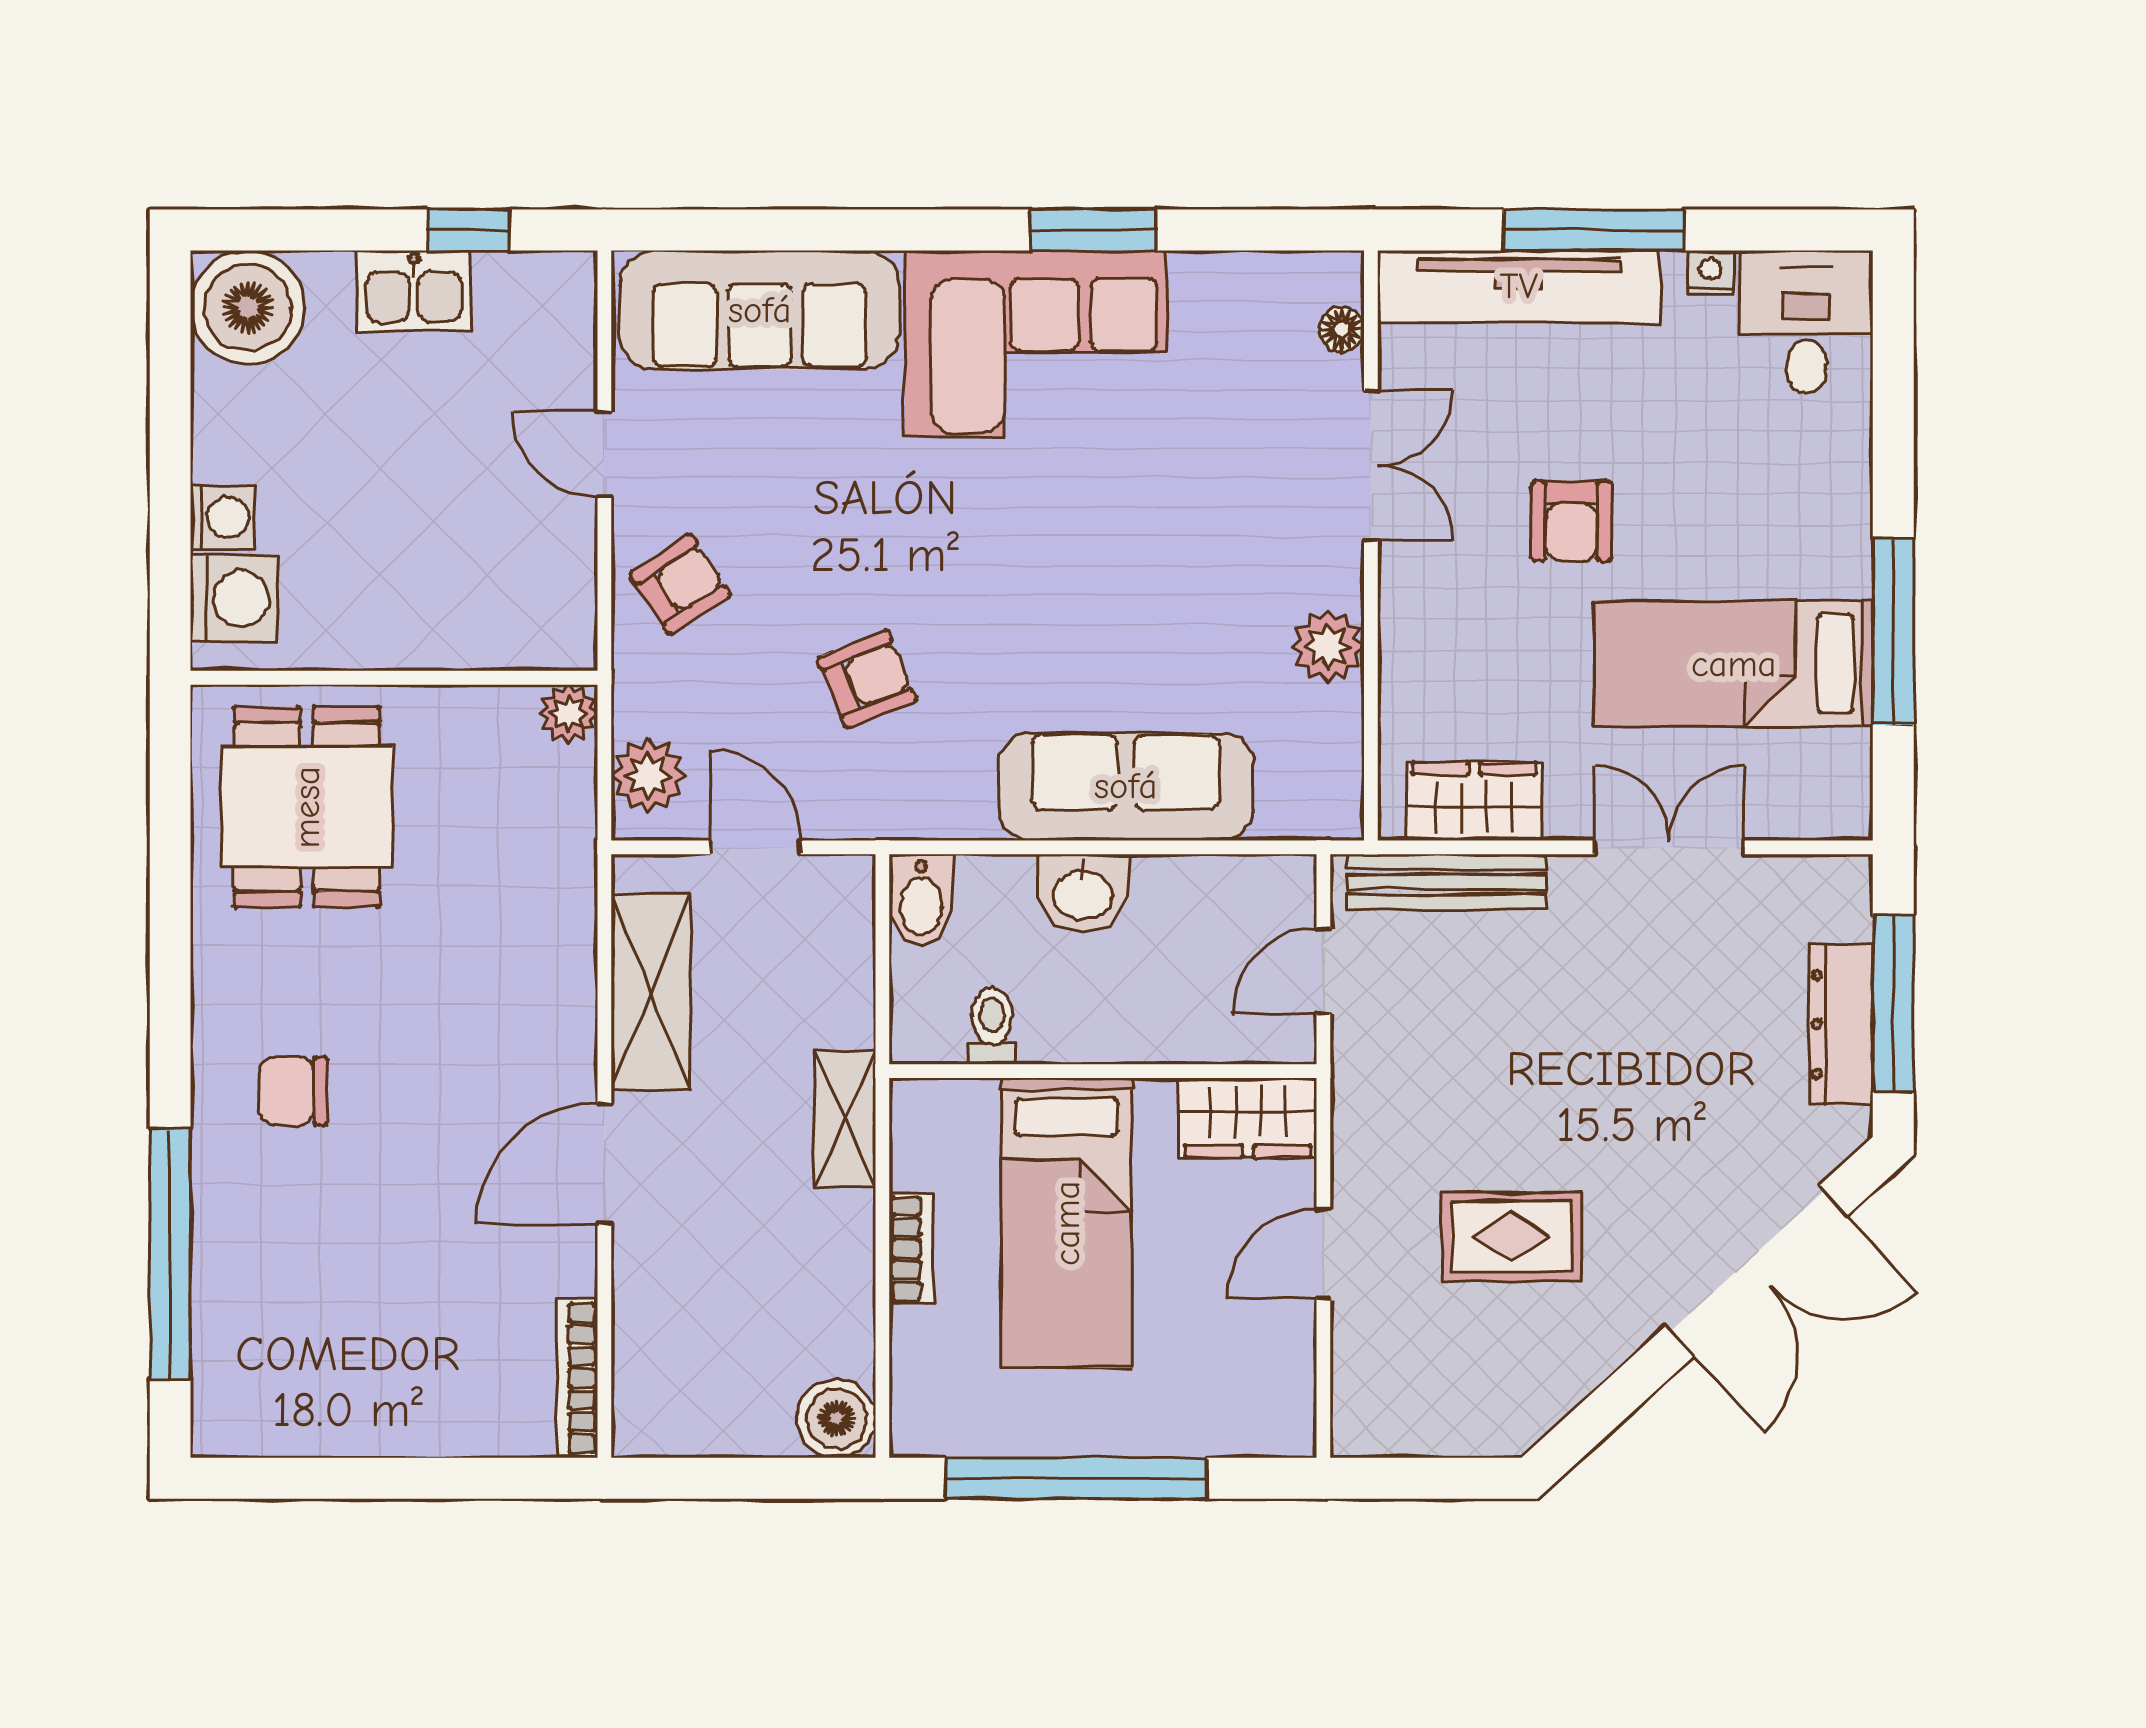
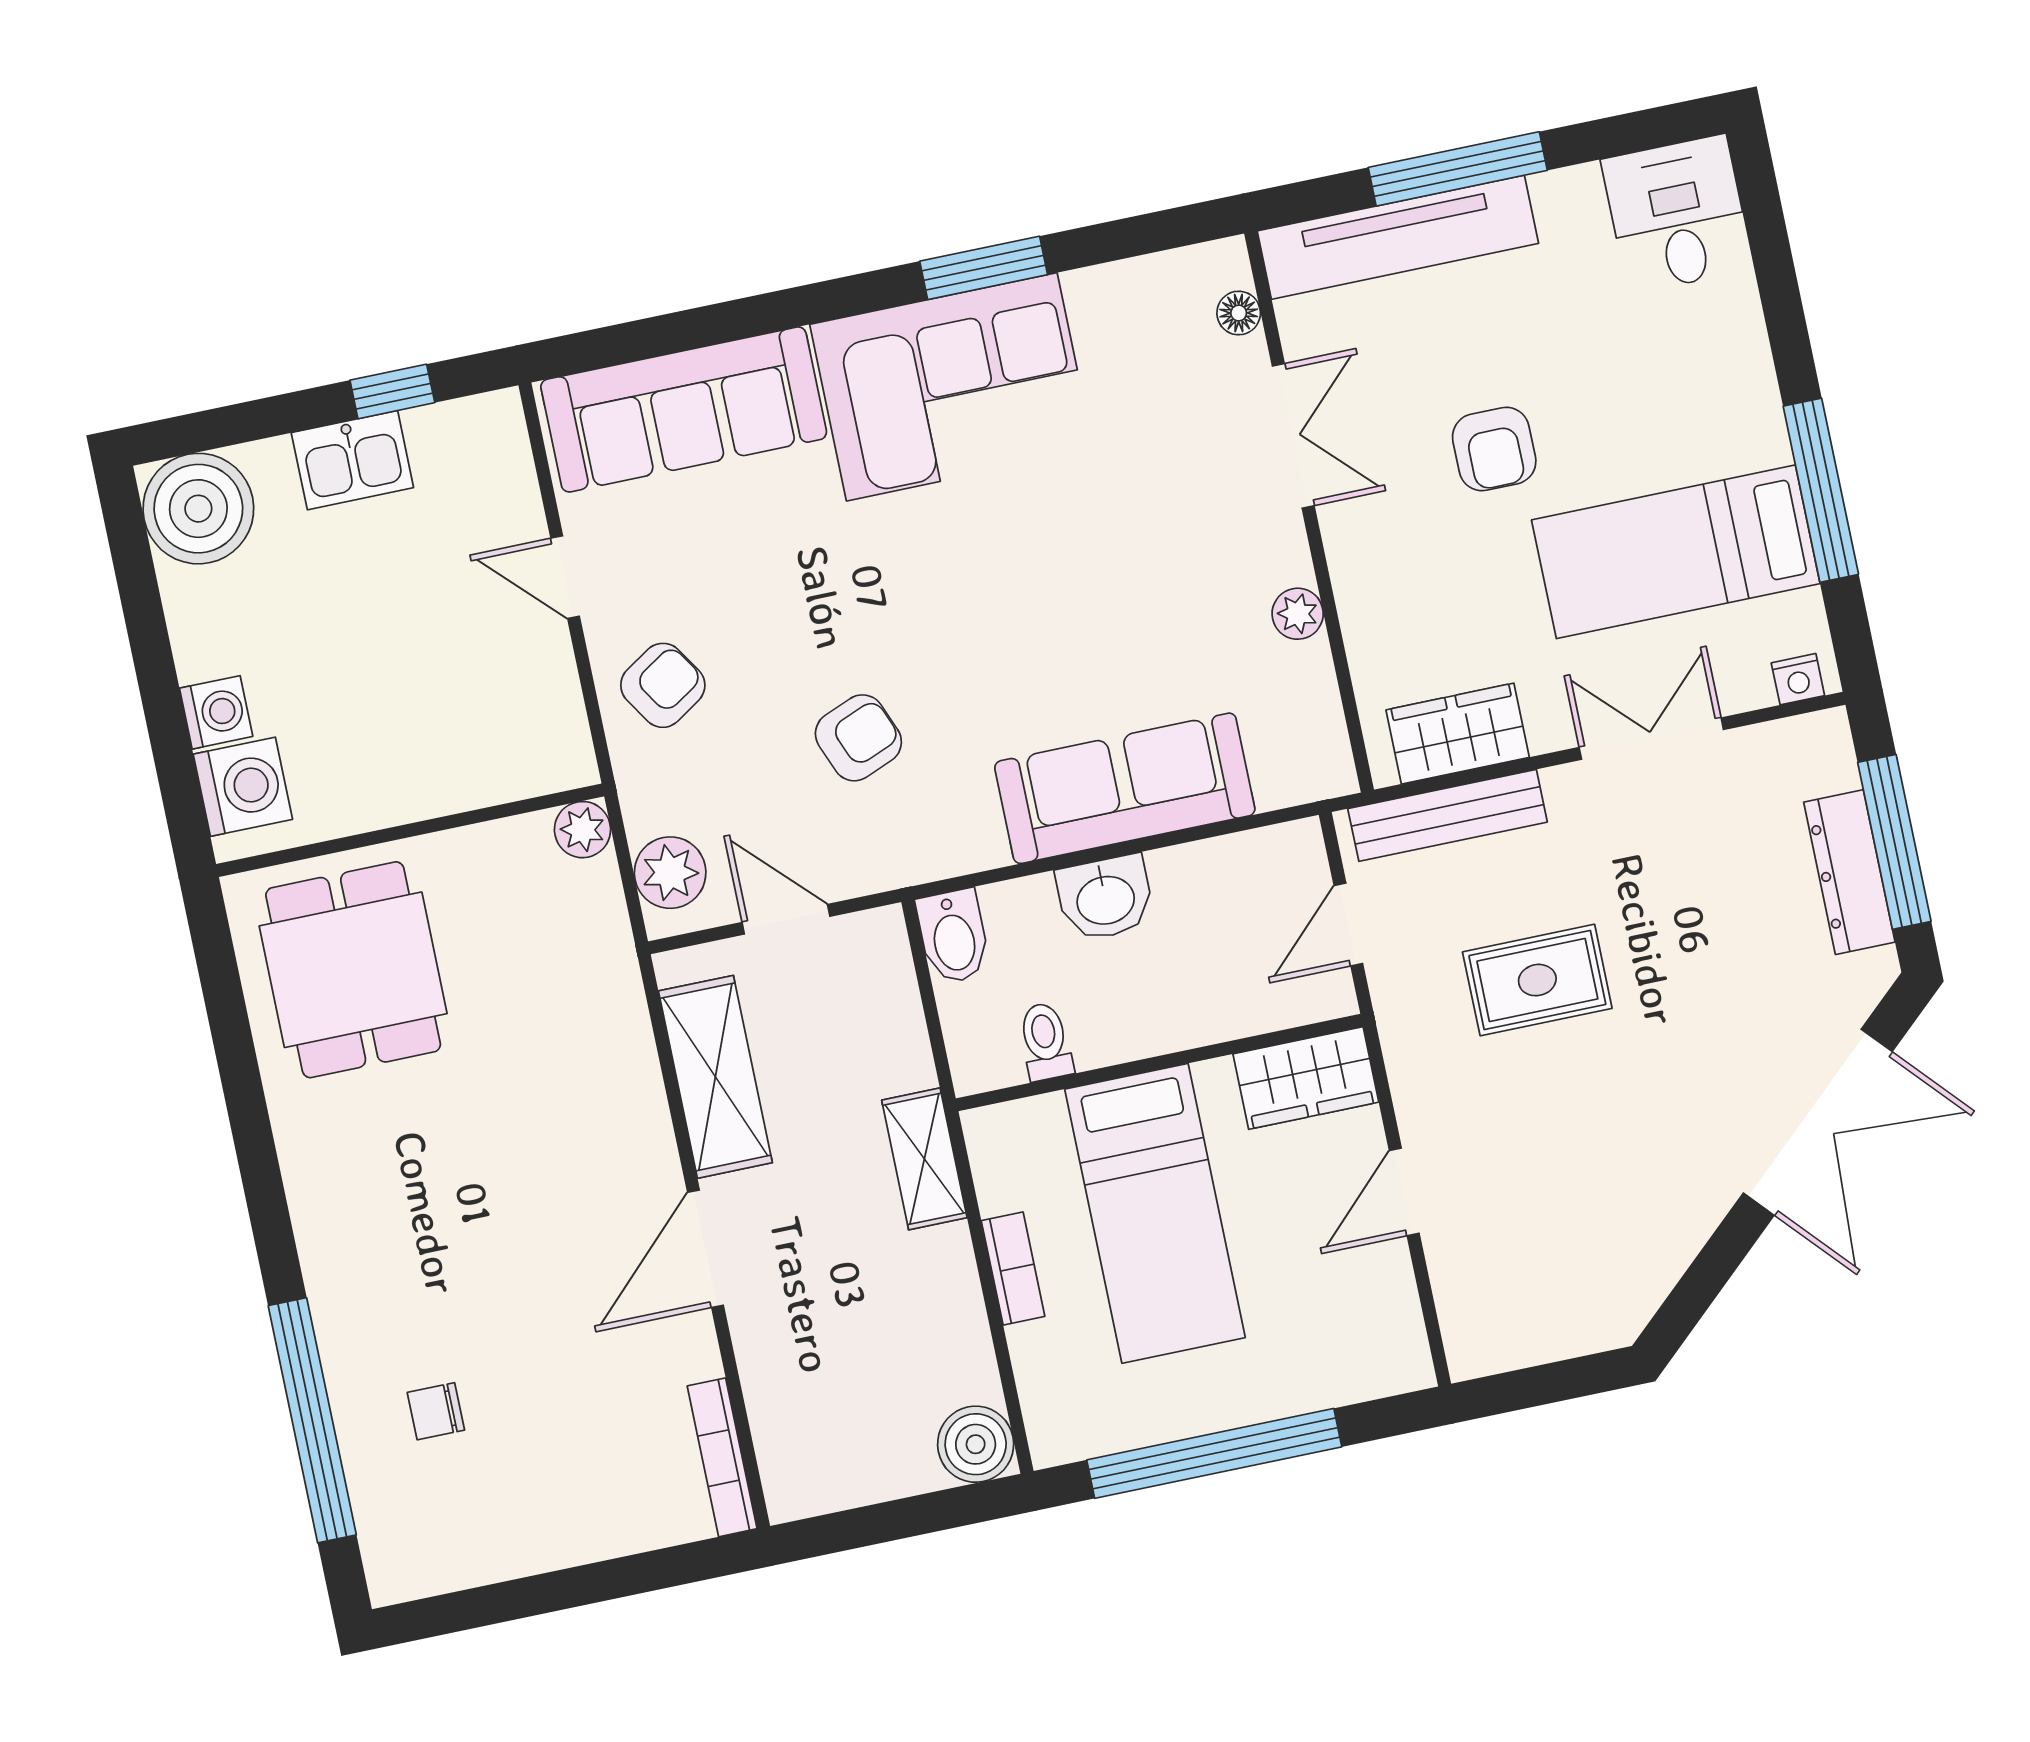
nightstand: (1711, 273) -> (1798, 679), moved, turned 180
plant: (1328, 646) -> (1298, 614), width x0.73, depth x0.73
chair: (293, 1091) -> (436, 1411), moved, width x0.73, depth x0.73
rug: (1512, 1237) -> (1537, 980), moved

